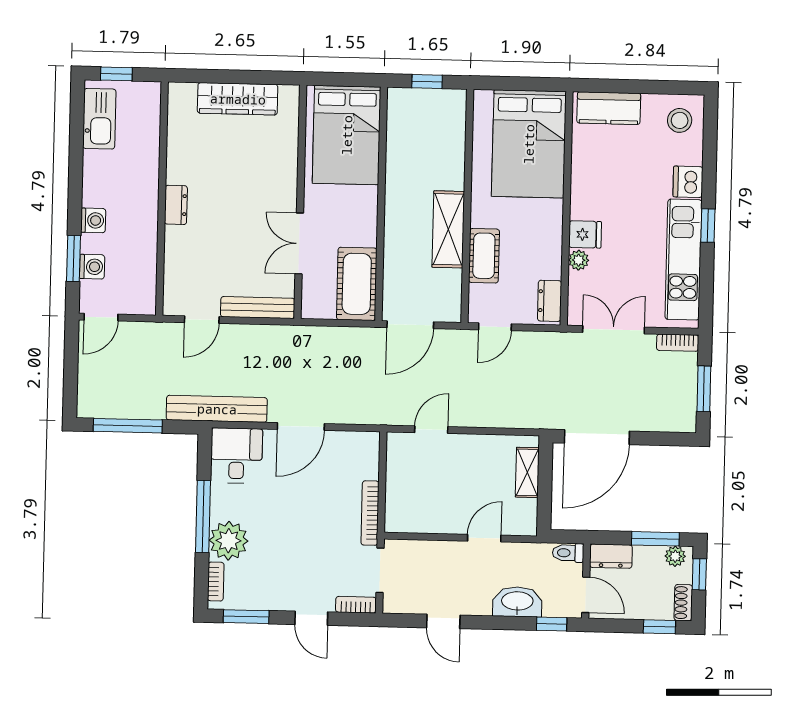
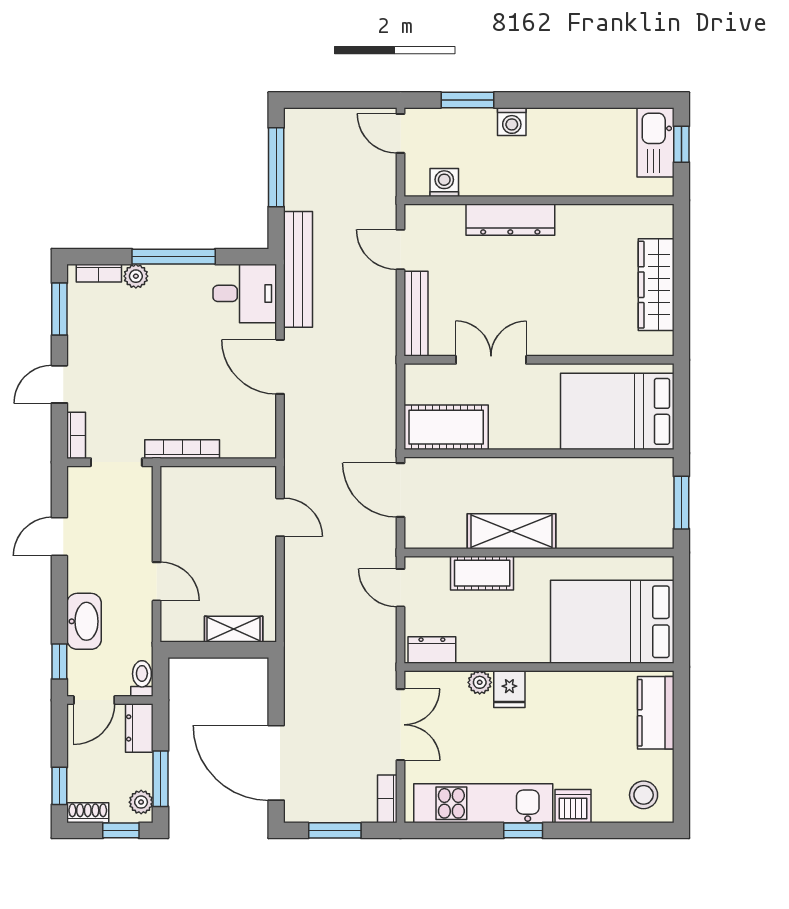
window: (427, 81) -> (681, 503), width x1.50
kitchen sink: (99, 119) -> (656, 142), moved, turned 90
dresser: (176, 205) -> (510, 220), width x1.96, depth x1.24
washing machine: (92, 267) -> (444, 183), moved, turned 180
door: (597, 437) -> (276, 763), moved
plant: (229, 541) -> (136, 276), width x0.53, depth x0.53

